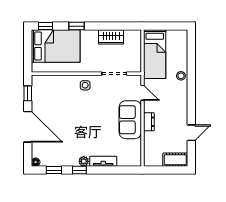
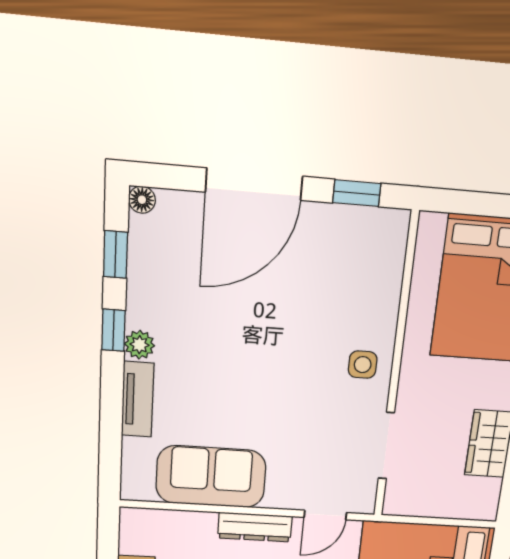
sofa: (130, 120) -> (211, 477), moved
dresser: (149, 122) -> (255, 527), width x1.44

